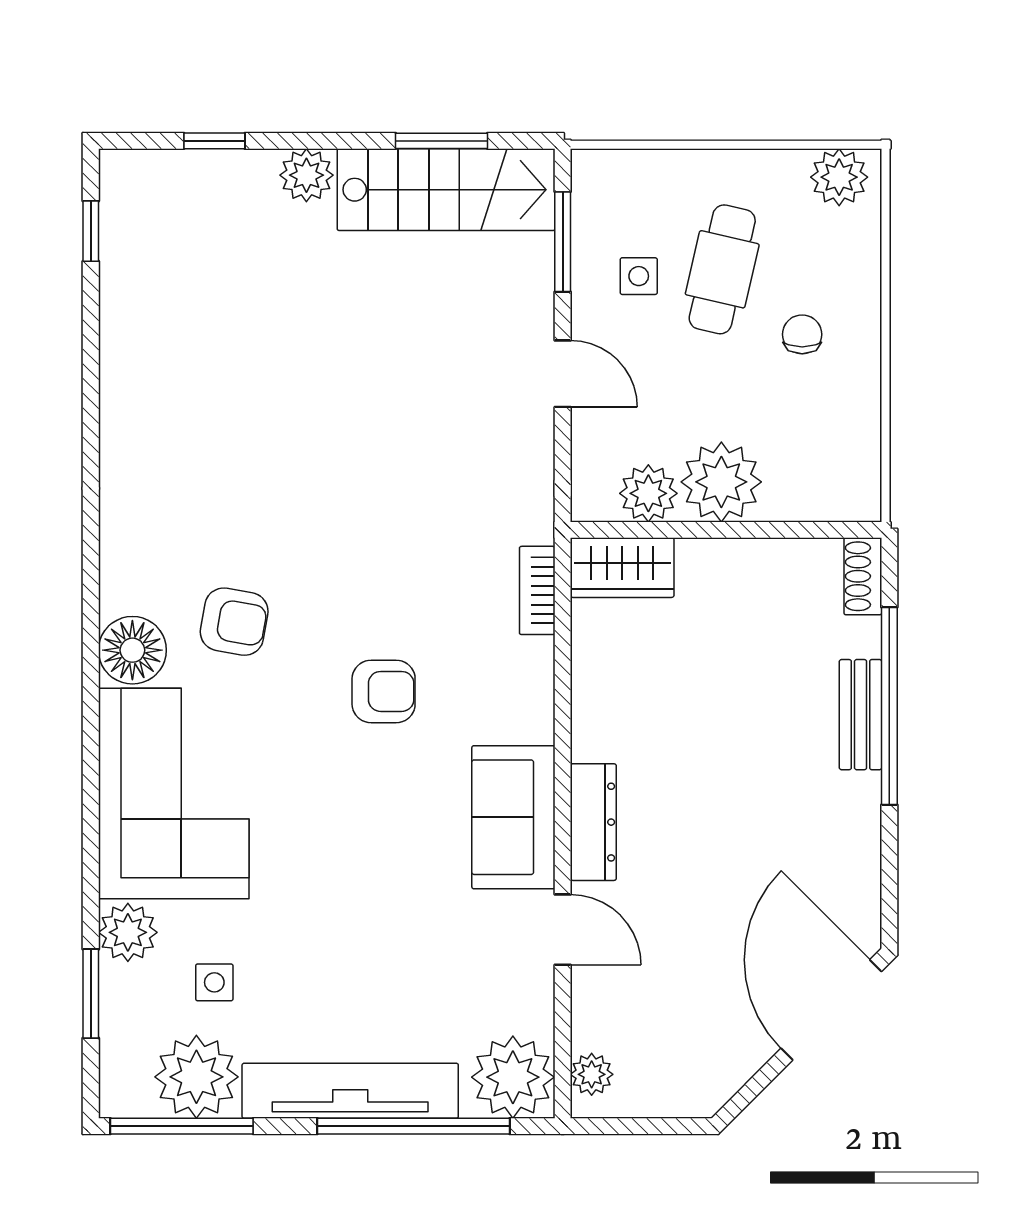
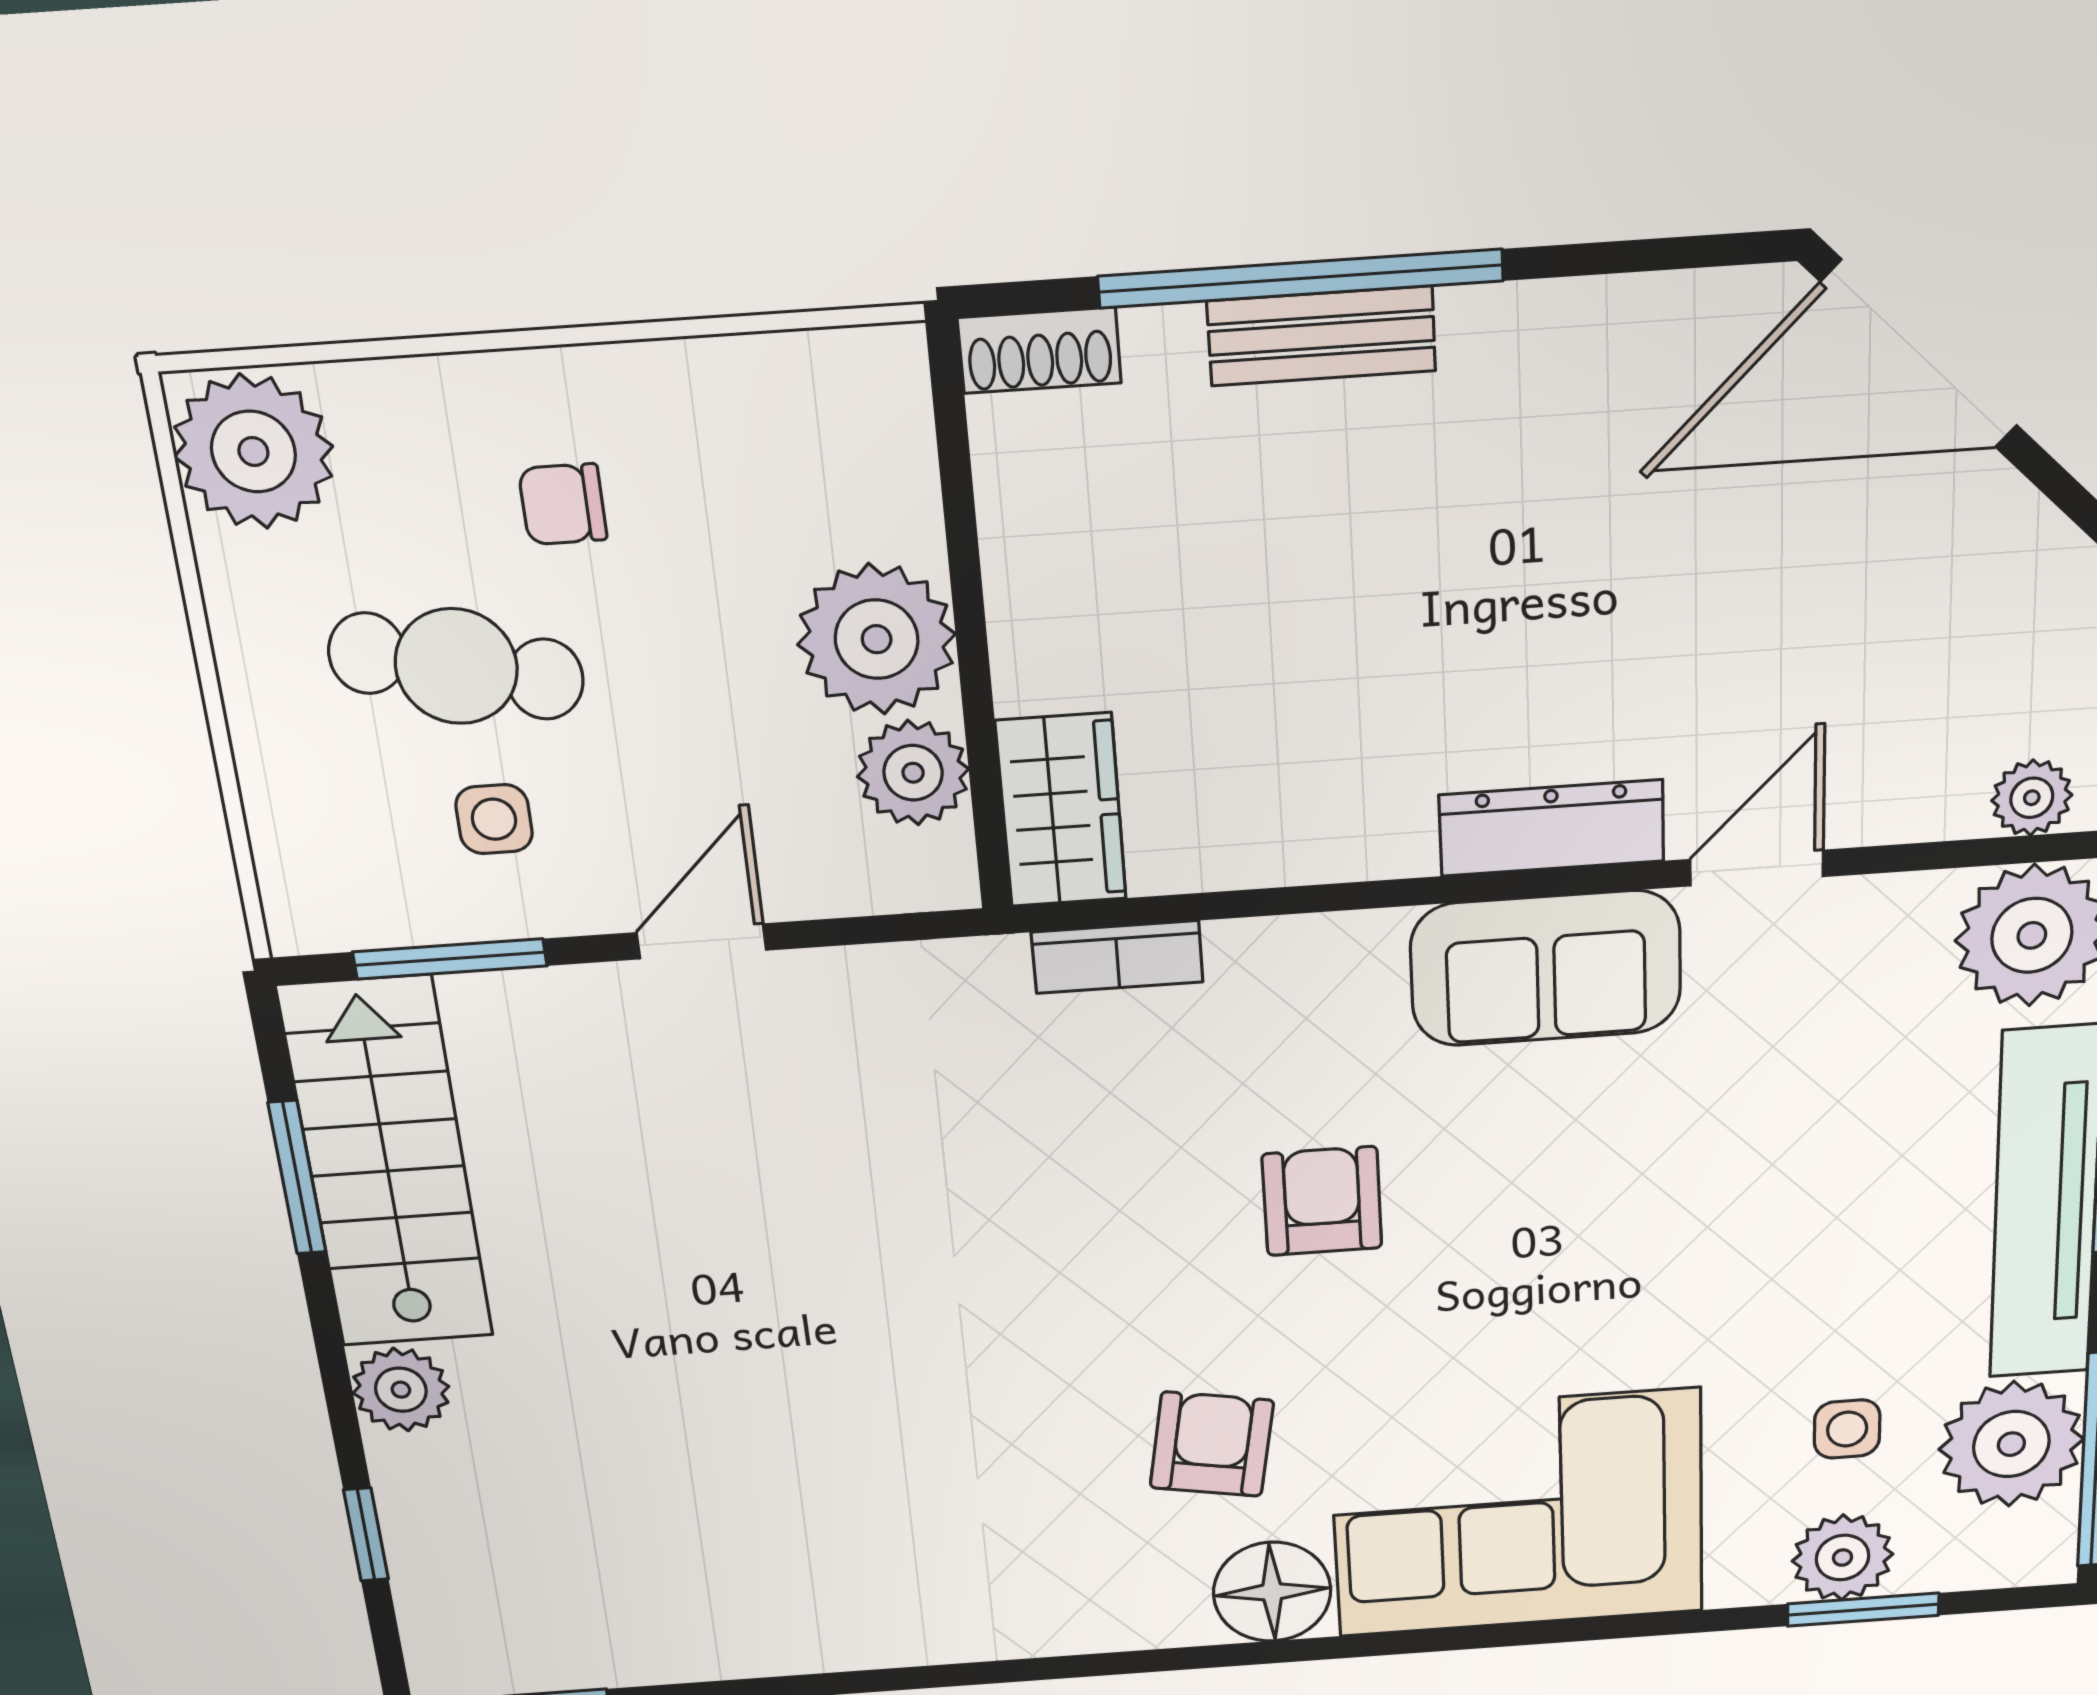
plant: (839, 177) -> (253, 452), width x1.36, depth x1.36
plant: (128, 932) -> (1843, 1558), moved

